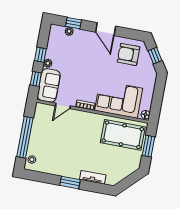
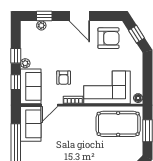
armchair: (129, 54) -> (108, 38), turned 180
armchair: (81, 83) -> (64, 78), added
sofa: (42, 120) -> (31, 124), added

